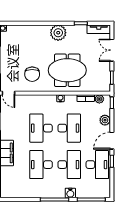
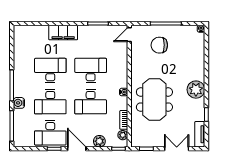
chair: (32, 74) -> (159, 45), moved

